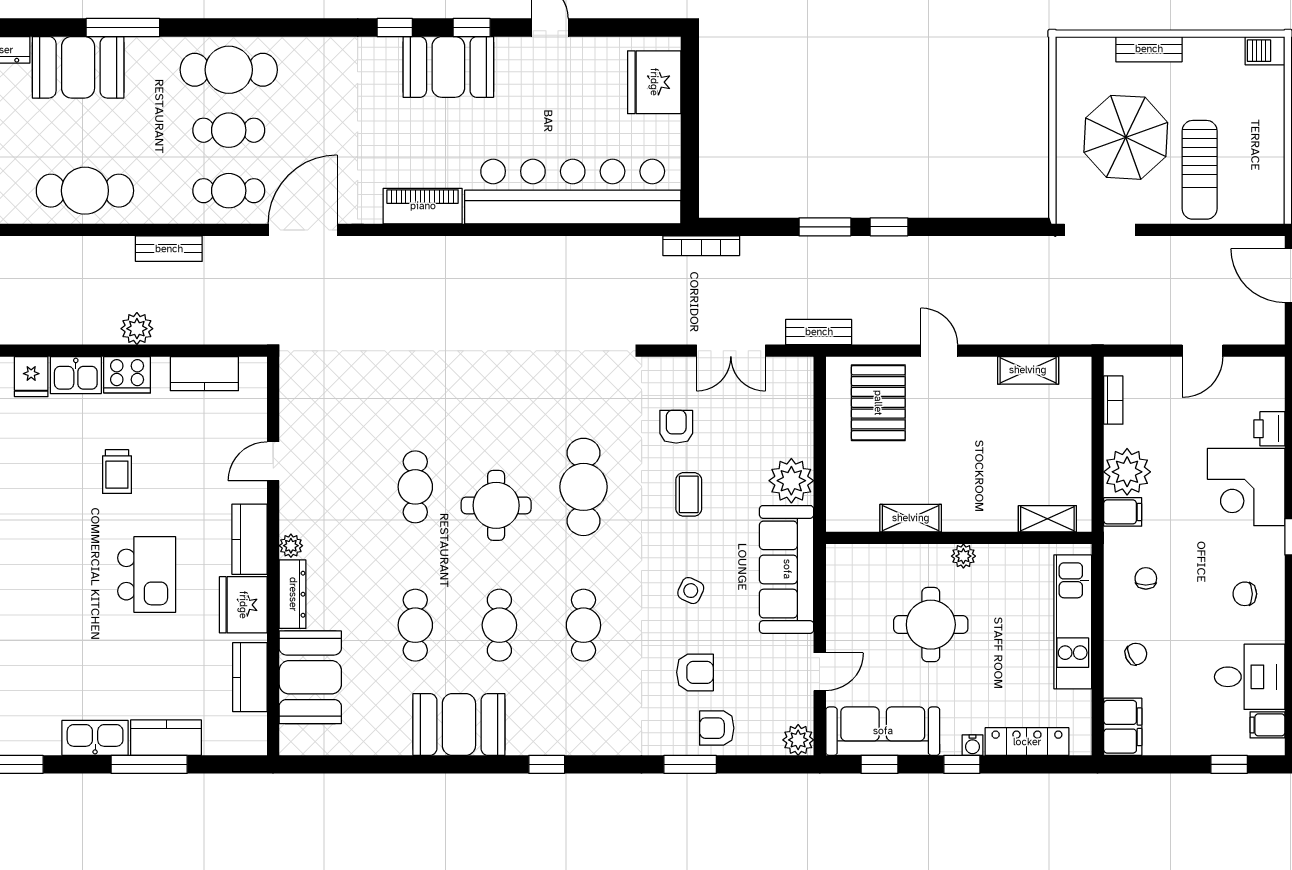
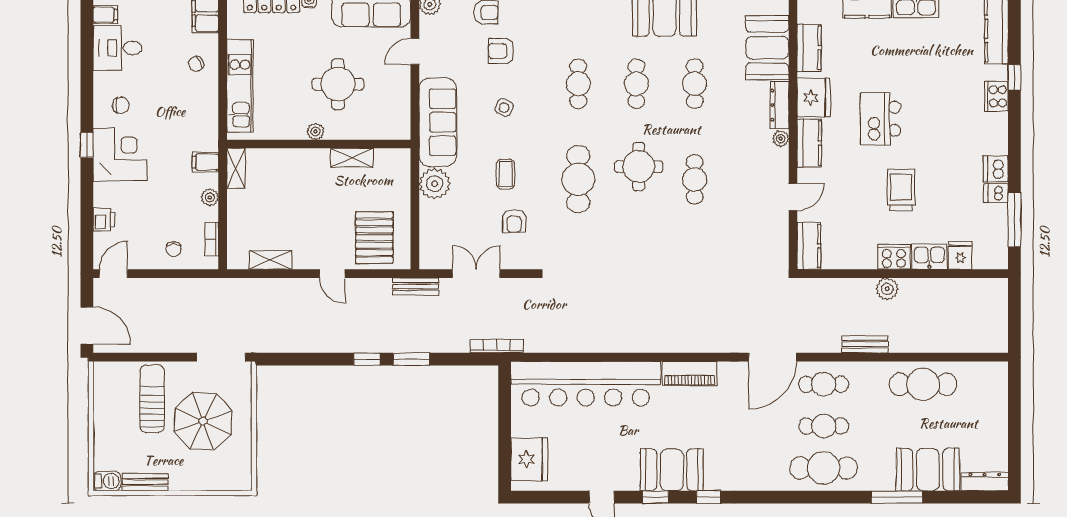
bench: (1149, 49) -> (145, 482), moved
door: (1203, 351) -> (113, 274), moved
kitchen counter: (204, 374) -> (809, 246), moved, turned 90
trolley: (117, 472) -> (901, 190), width x1.36, depth x1.39
plant: (1127, 472) -> (210, 197), width x0.53, depth x0.53
corner desk: (1246, 487) -> (120, 154), moved
shelving: (1047, 519) -> (236, 168), moved, turned 90
chair: (1146, 578) -> (173, 249), moved

